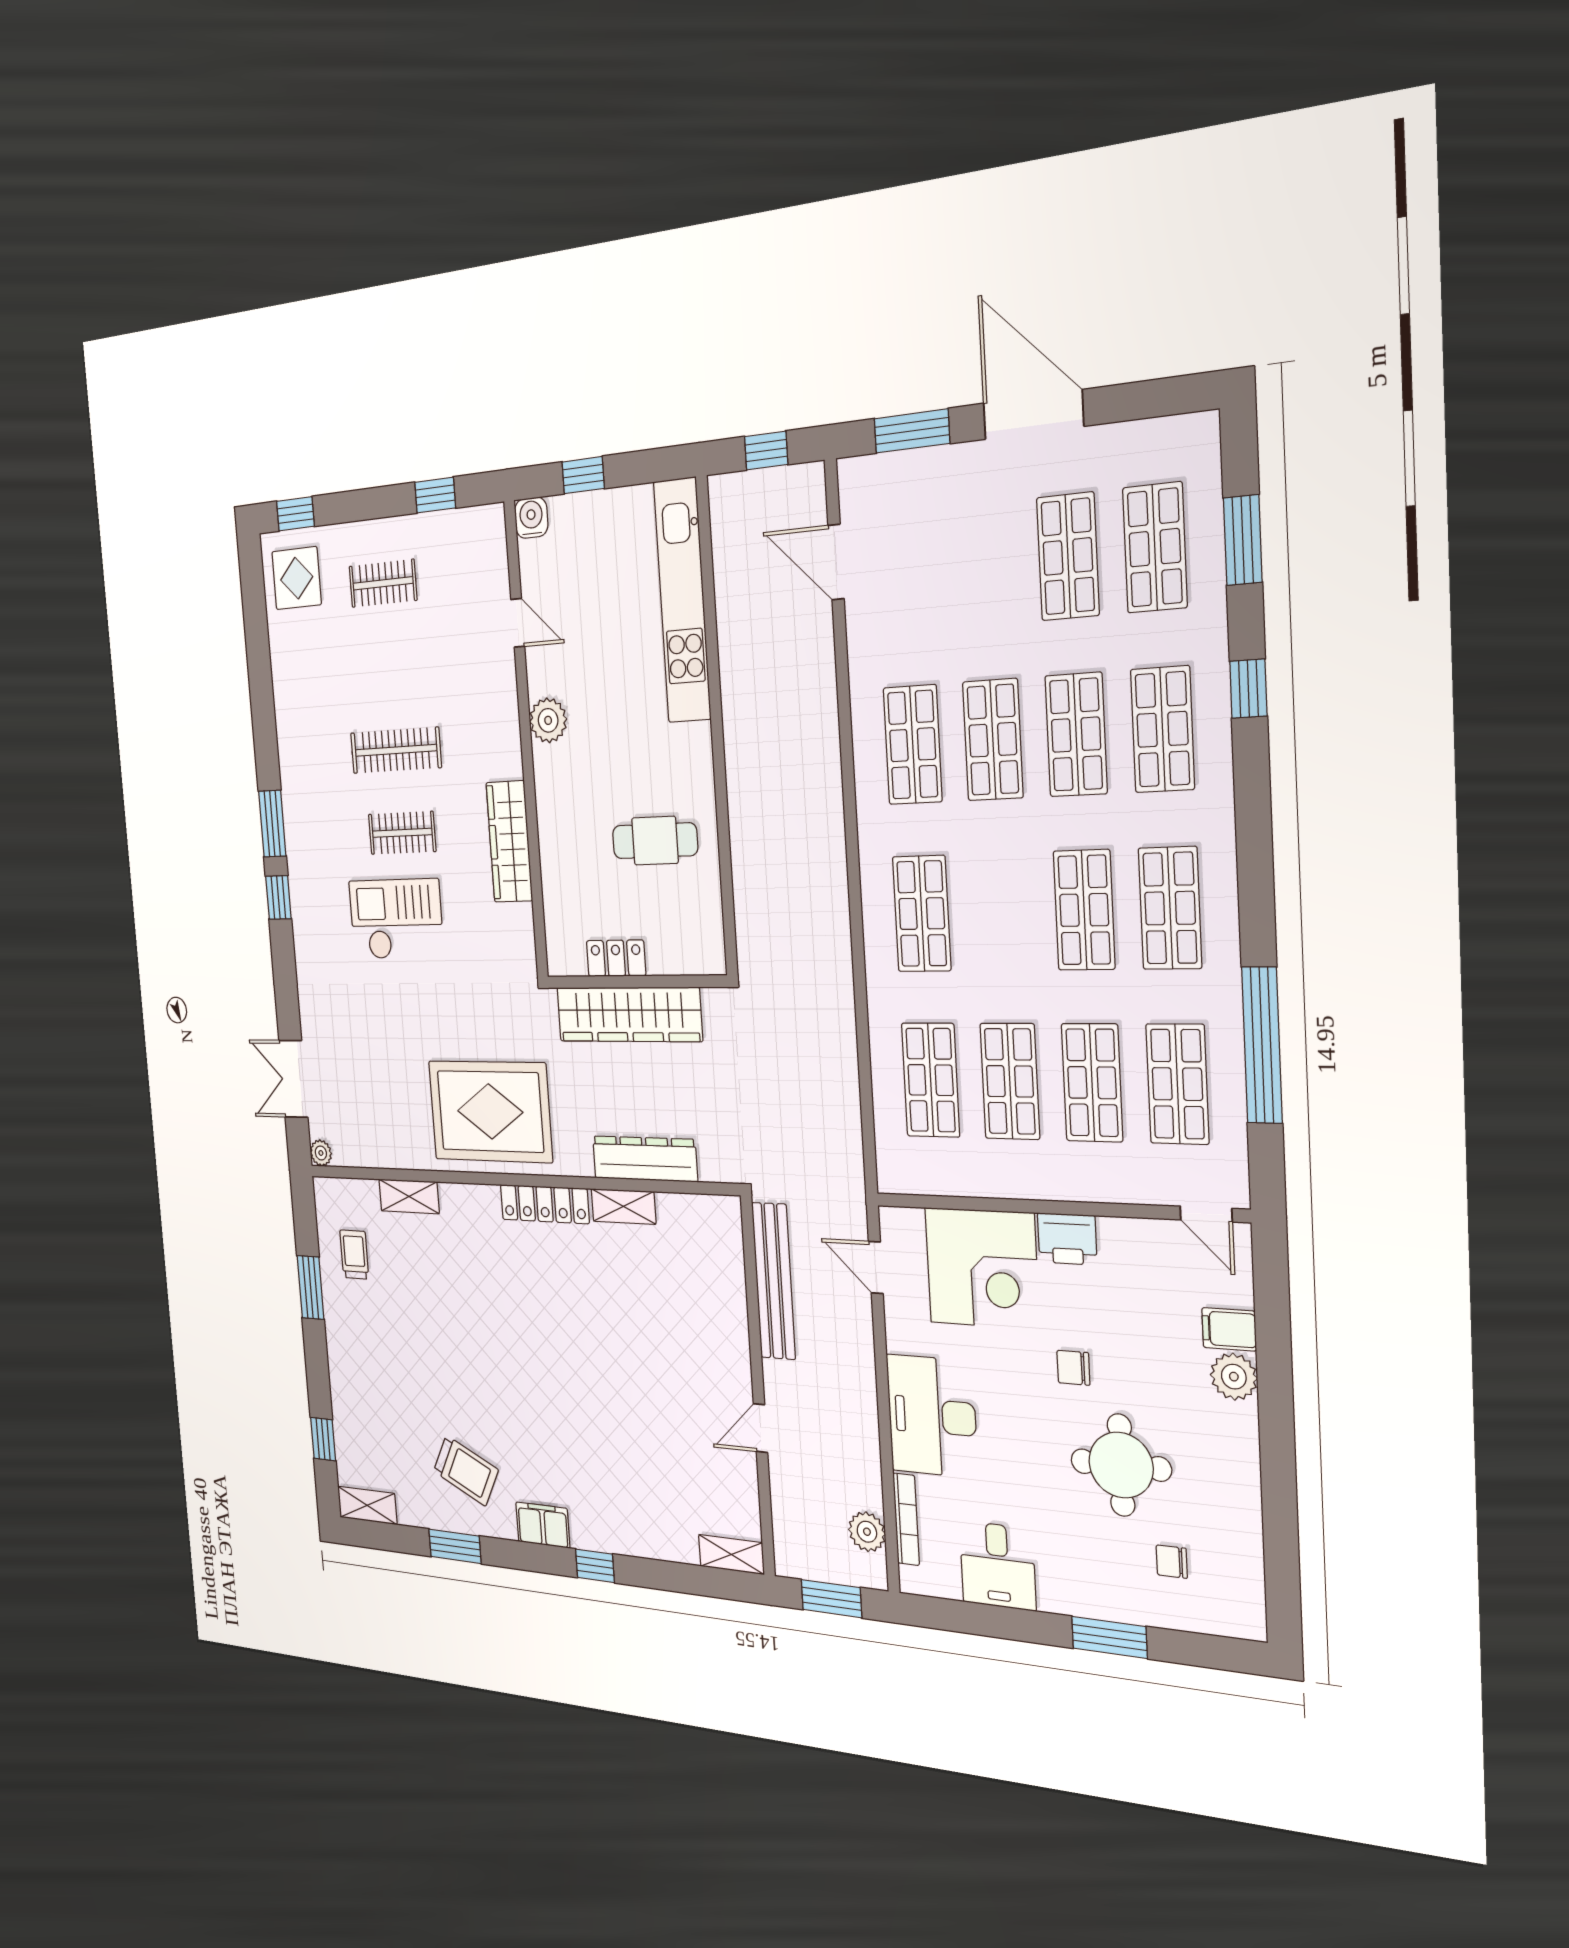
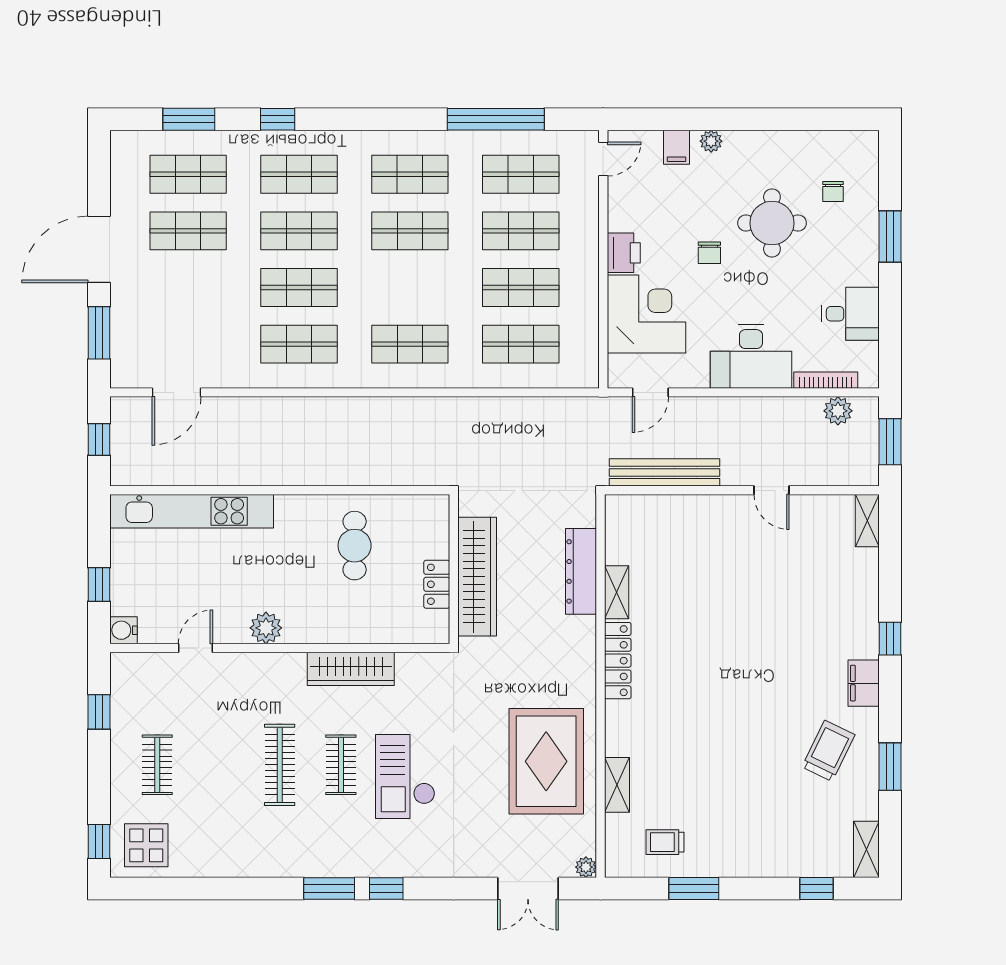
rug: (490, 1111) -> (546, 761), moved
plant: (1234, 1377) -> (711, 141), width x0.73, depth x0.73

